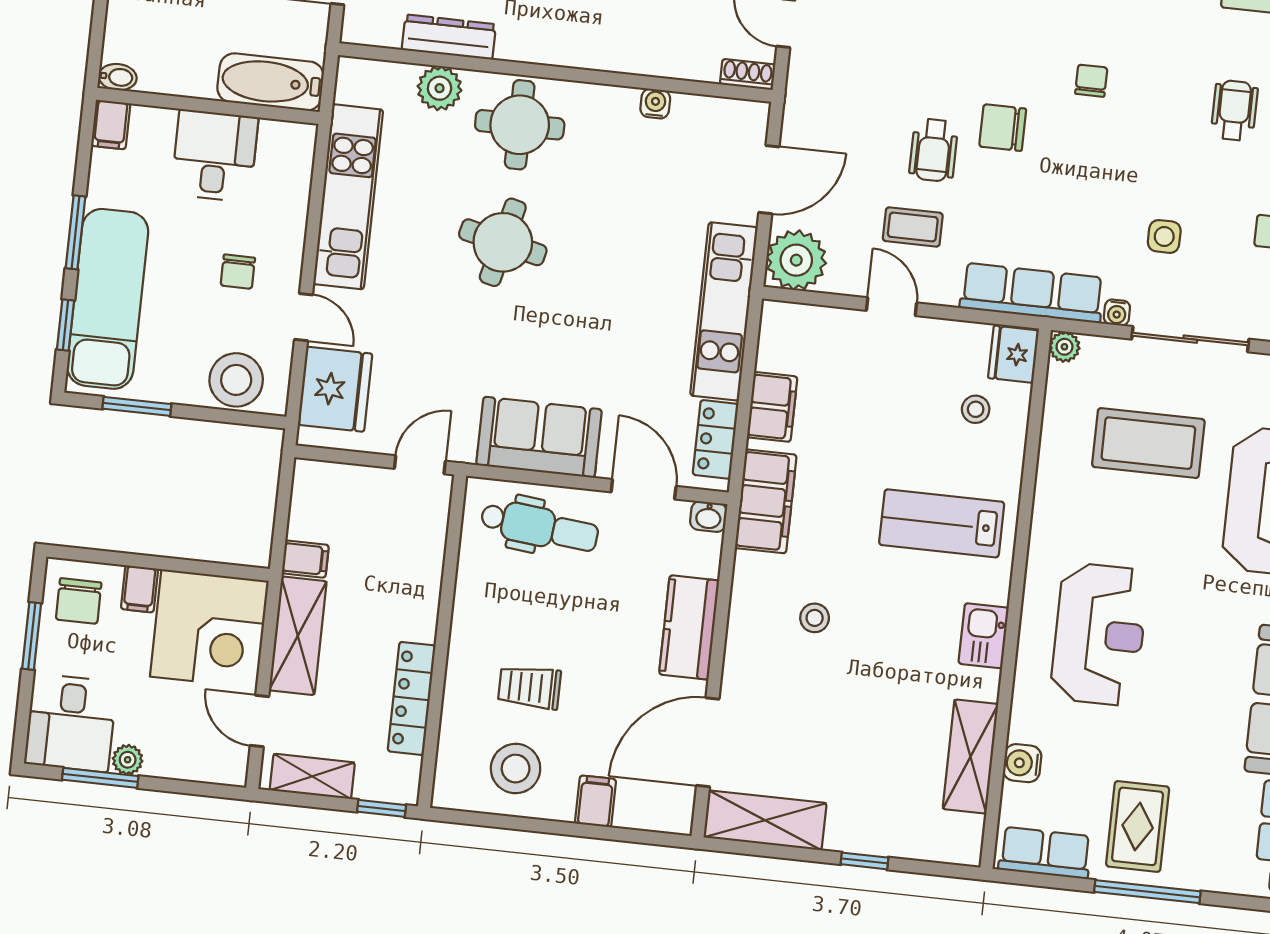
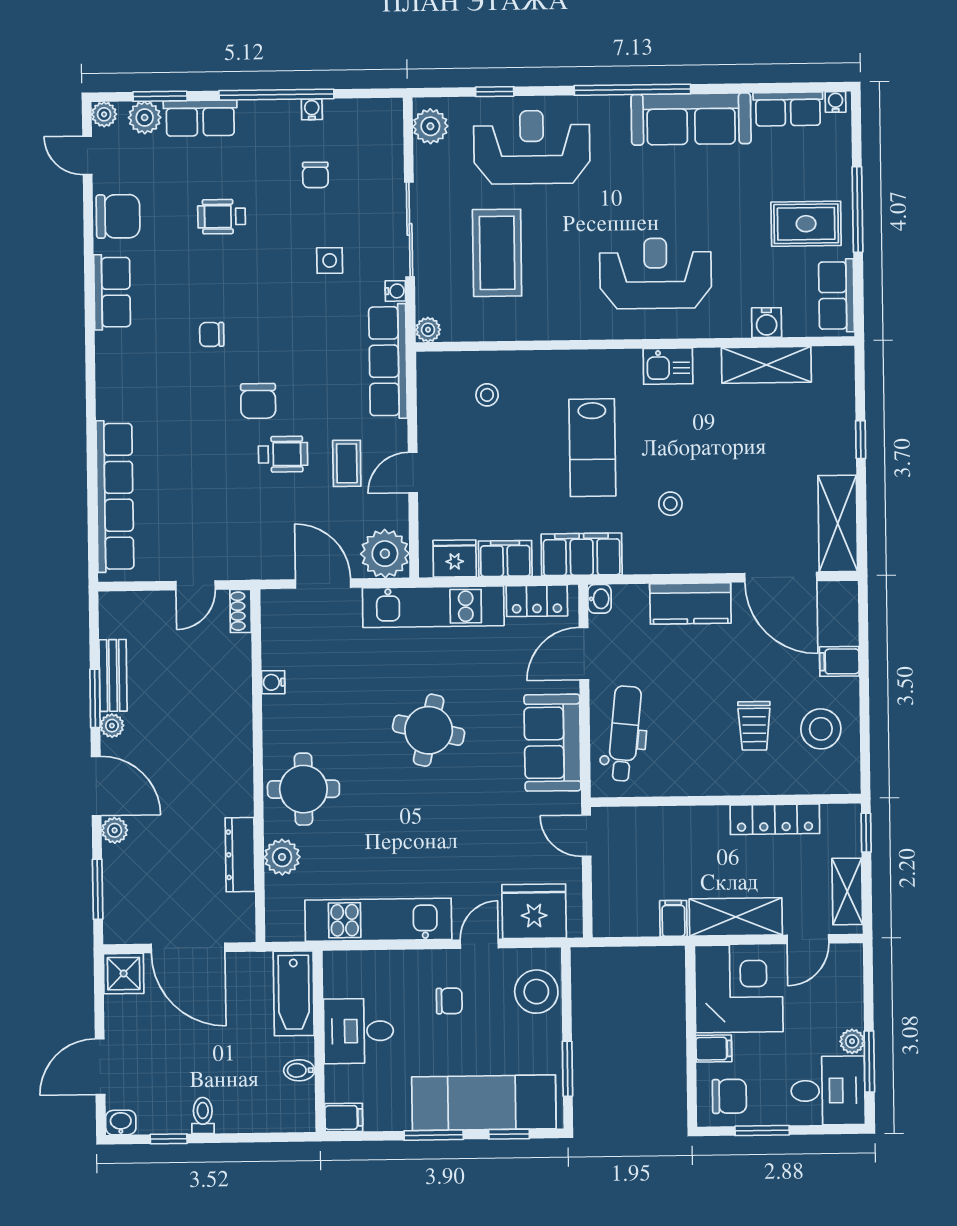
bidet: (118, 77) -> (299, 1070), moved, turned -90
round table: (503, 242) -> (429, 730), moved
fridge: (1013, 354) -> (455, 559), moved, turned 180
lab bench: (942, 523) -> (592, 448), moved

